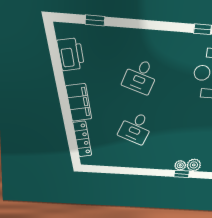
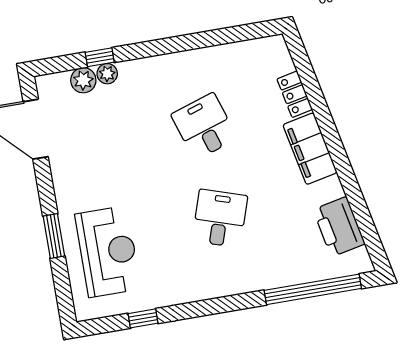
window: (95, 20) -> (313, 289), width x3.17
desk: (136, 128) -> (204, 126), turned -39
locker: (82, 139) -> (295, 94), width x0.66

